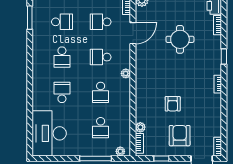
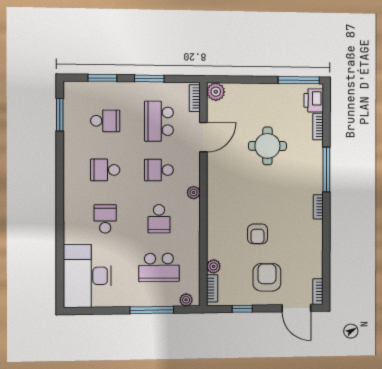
school desk: (101, 22) -> (159, 121), width x1.85
school desk: (62, 57) -> (105, 170), turned 90
window: (224, 57) -> (326, 170), width x2.17
school desk: (101, 128) -> (159, 267), width x1.85

